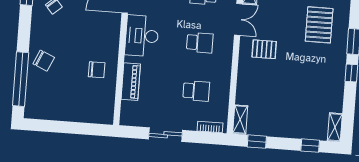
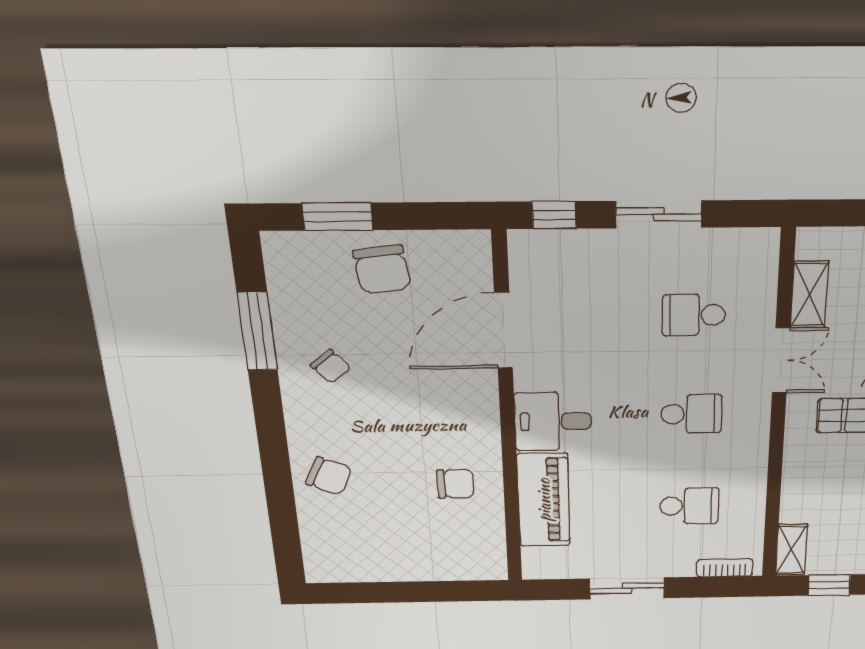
desk: (142, 36) -> (553, 421), width x0.73
window: (21, 79) -> (282, 514), removed
piano: (131, 82) -> (544, 500), width x1.37, depth x1.33

